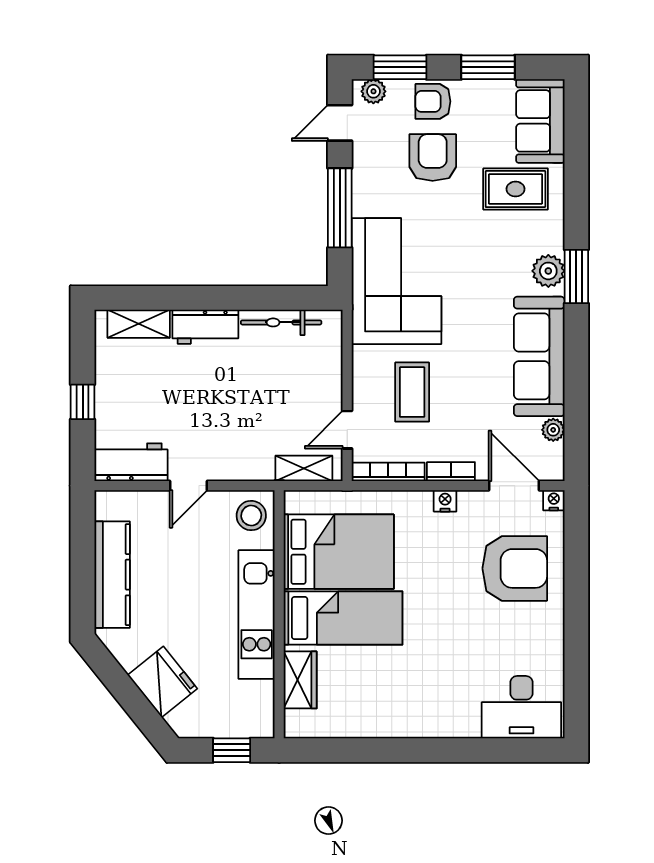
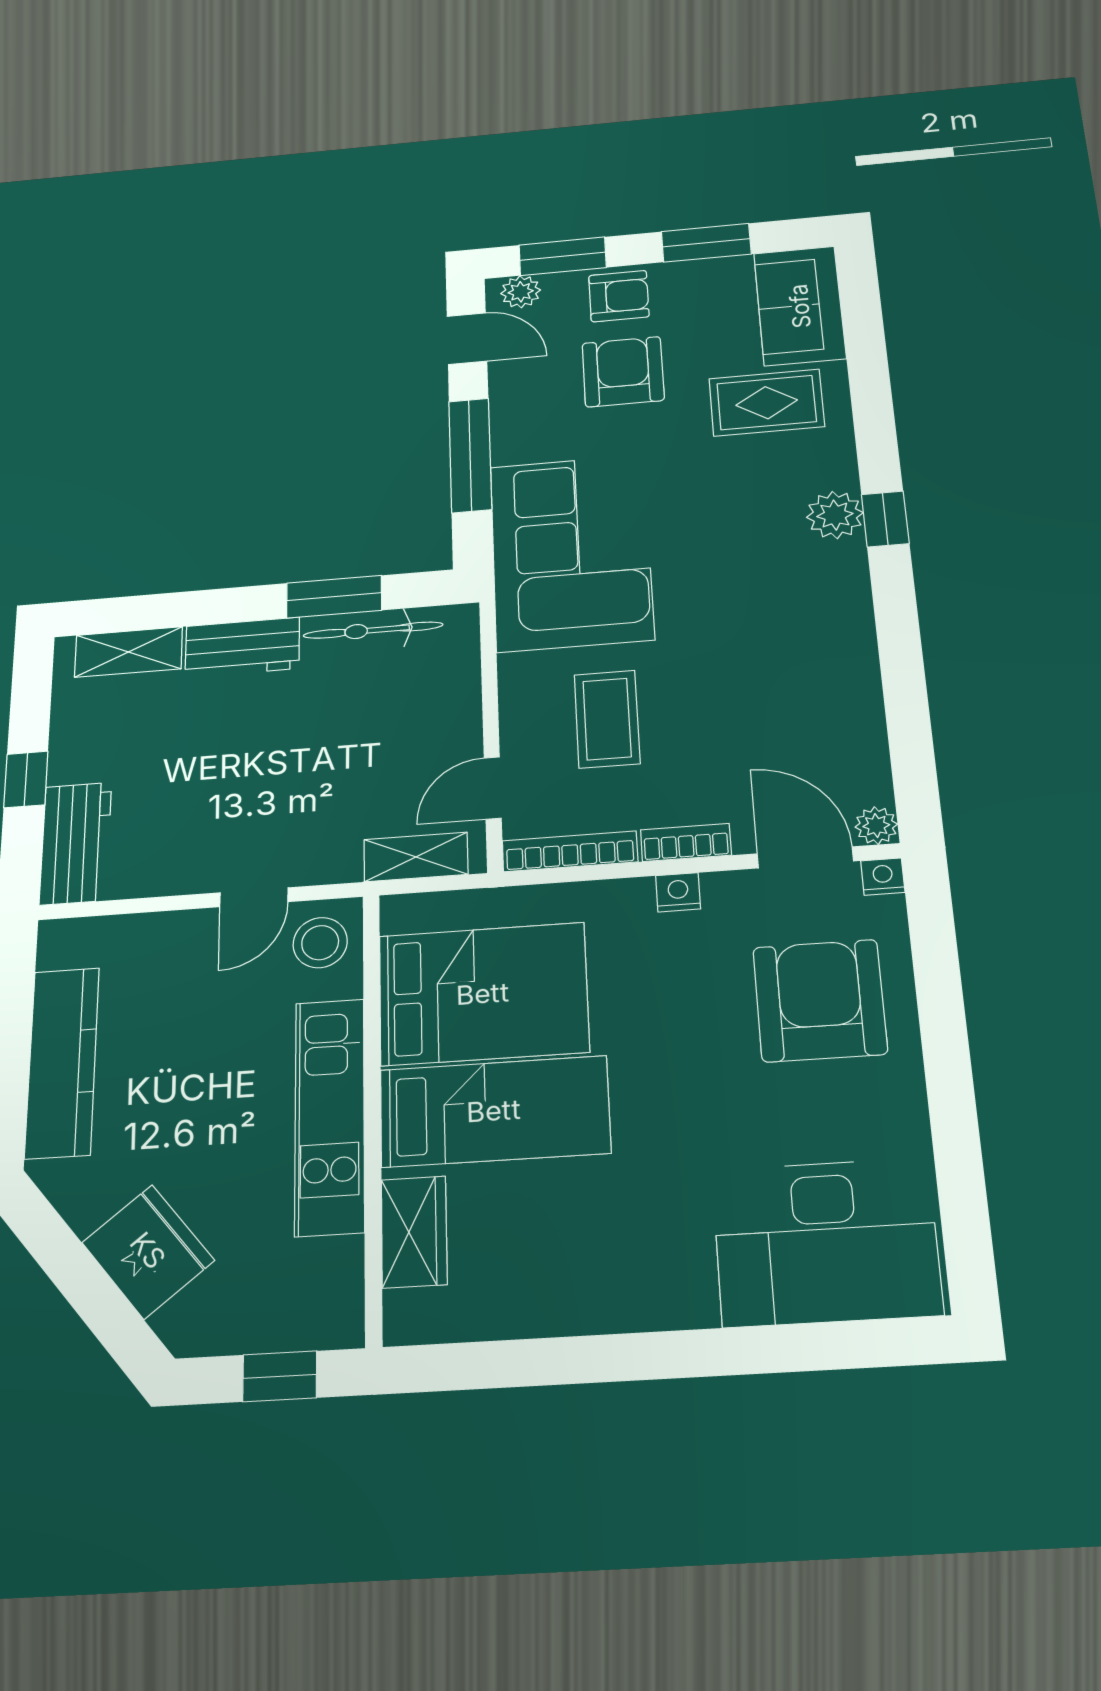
armchair: (433, 101) -> (619, 296), turned 180
door: (340, 123) -> (467, 339), swing flipped
window: (576, 276) -> (885, 519), width x0.67
window: (259, 298) -> (334, 597), added
sofa: (539, 356) -> (832, 645), removed
plant: (553, 430) -> (876, 826), moved
workbench: (131, 462) -> (76, 843), moved, turned 90
door: (188, 486) -> (254, 897), moved
armchair: (515, 568) -> (820, 1000), turned -90
desk: (521, 707) -> (826, 1242), width x1.36, depth x1.30

